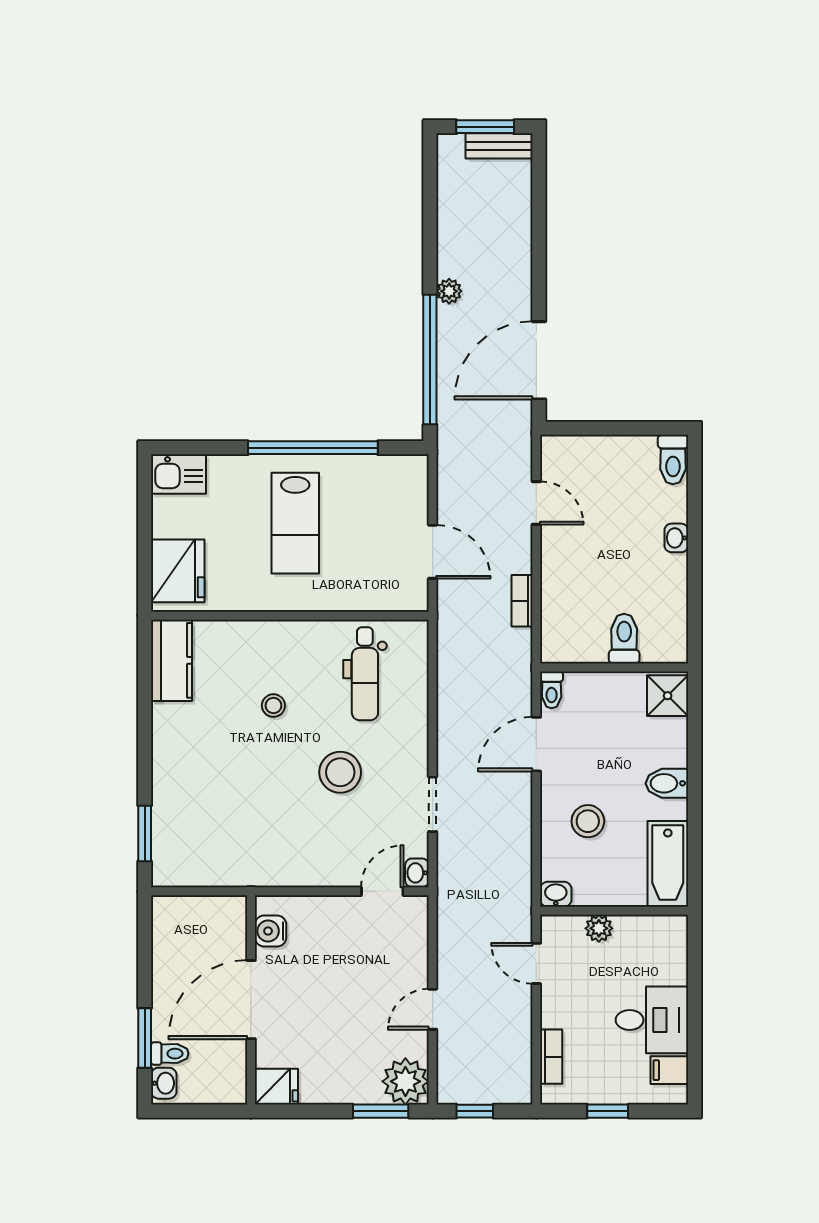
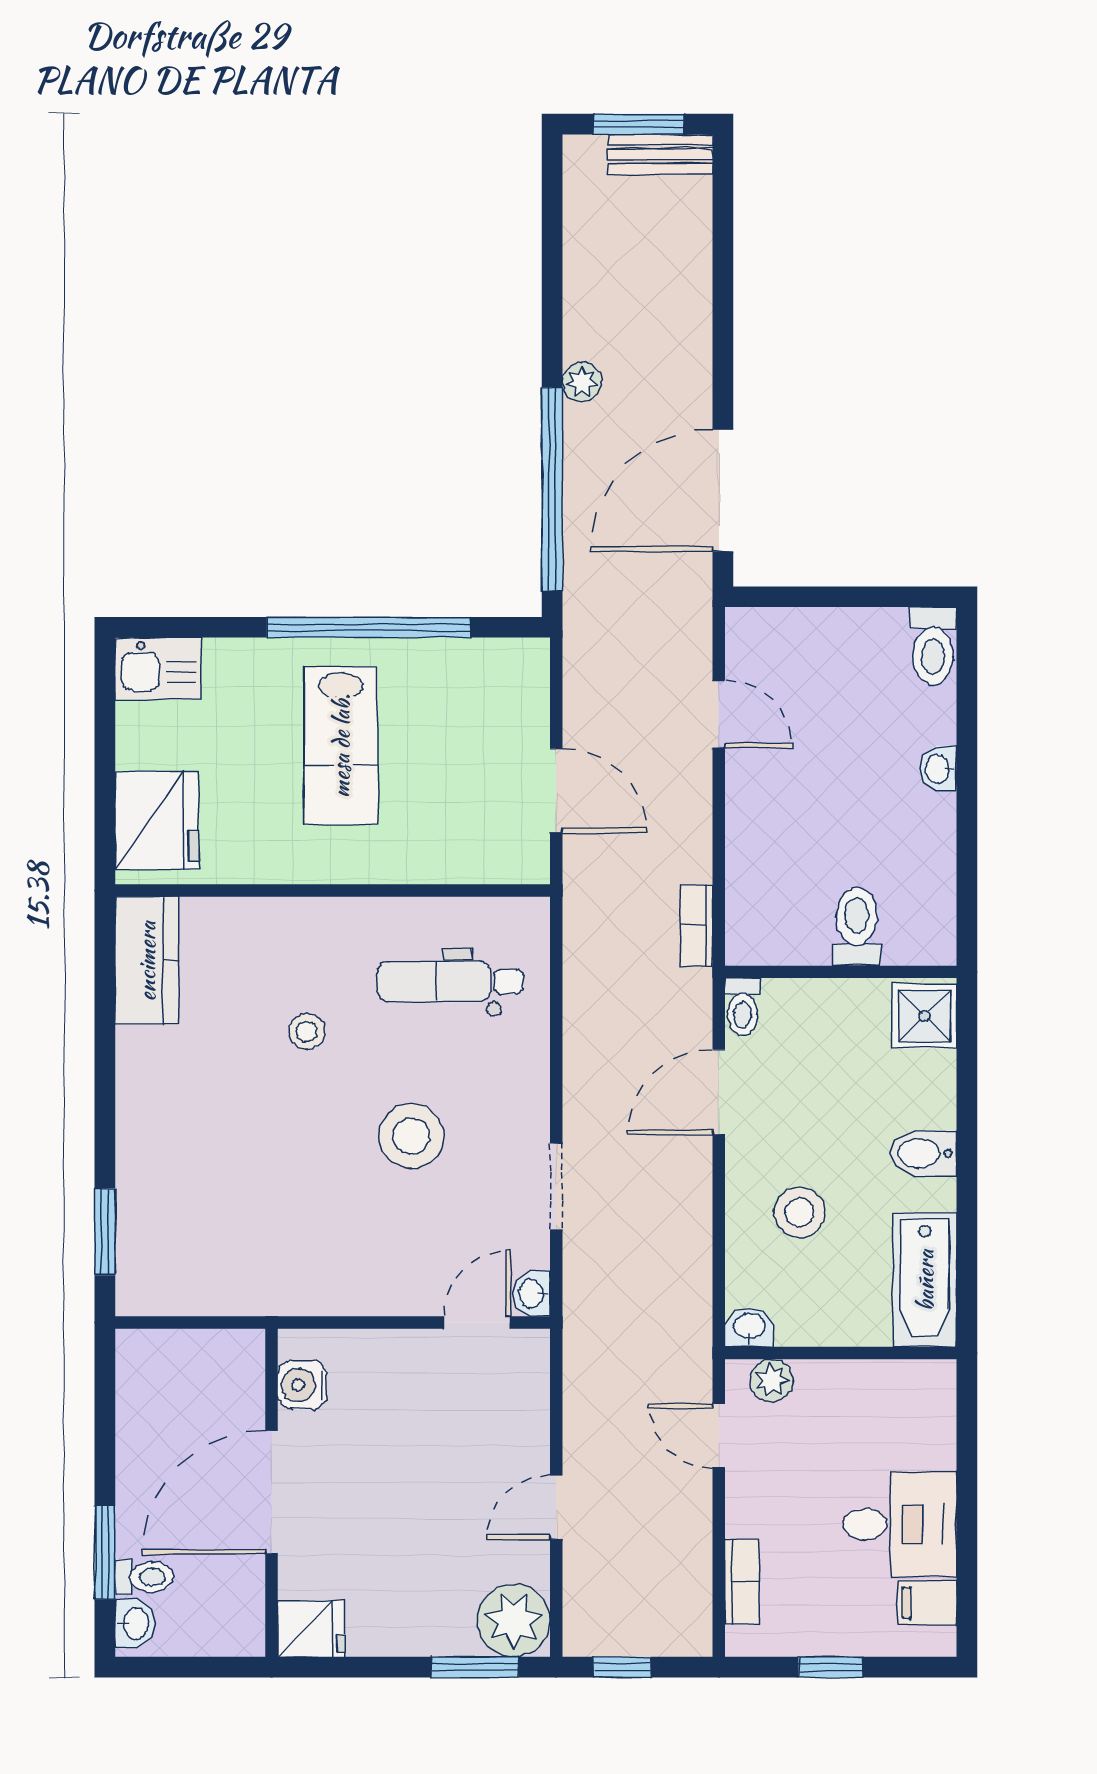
bookcase: (522, 601) -> (696, 925), moved
dental chair: (365, 674) -> (450, 982), turned 90
plant: (599, 928) -> (772, 1381), moved

